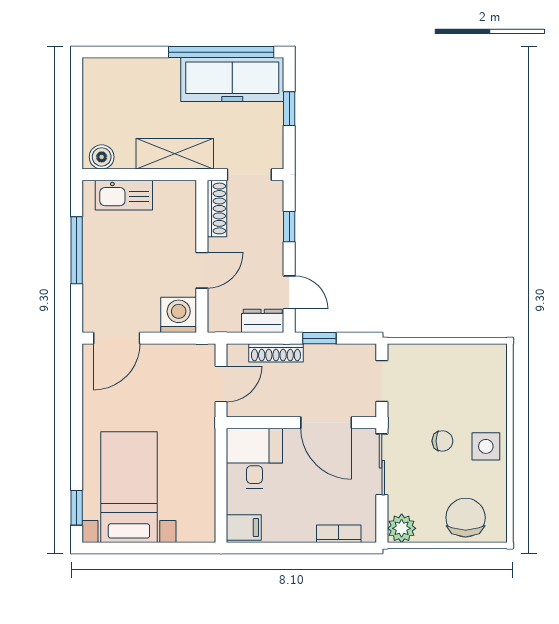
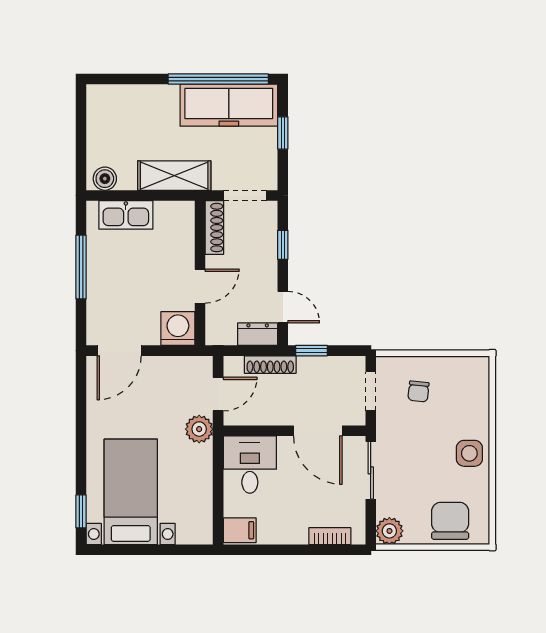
plant: (201, 421) -> (199, 429), added
chair: (442, 441) -> (418, 391), moved, turned 96

